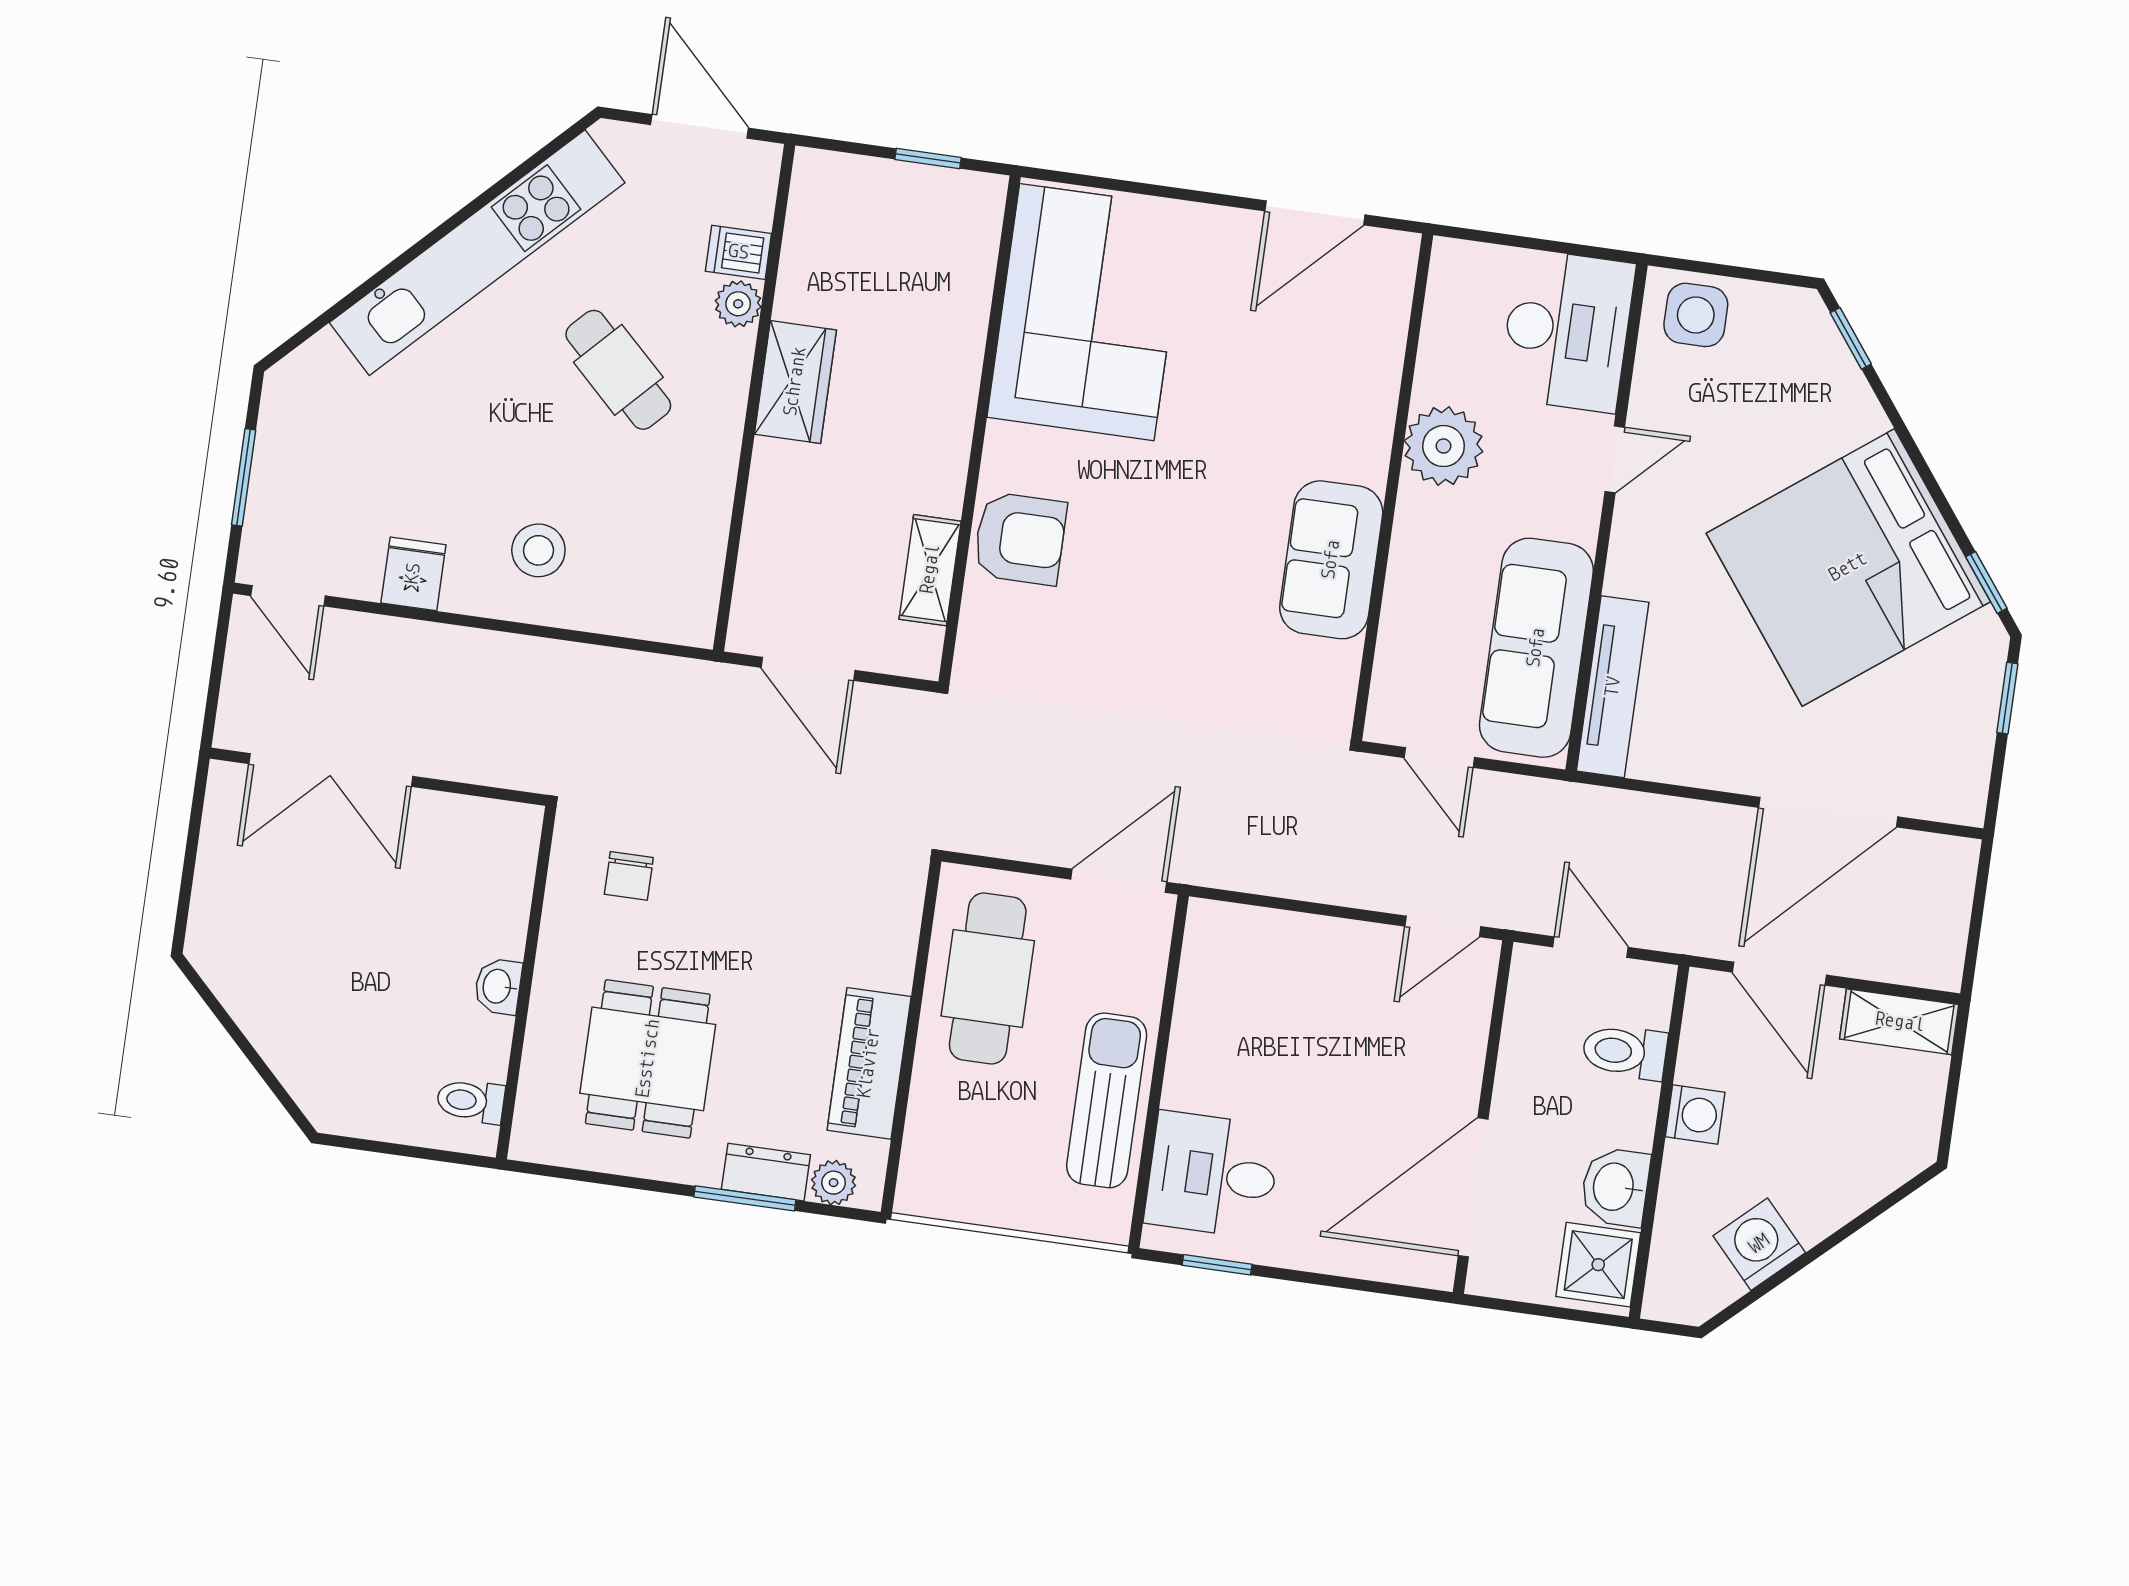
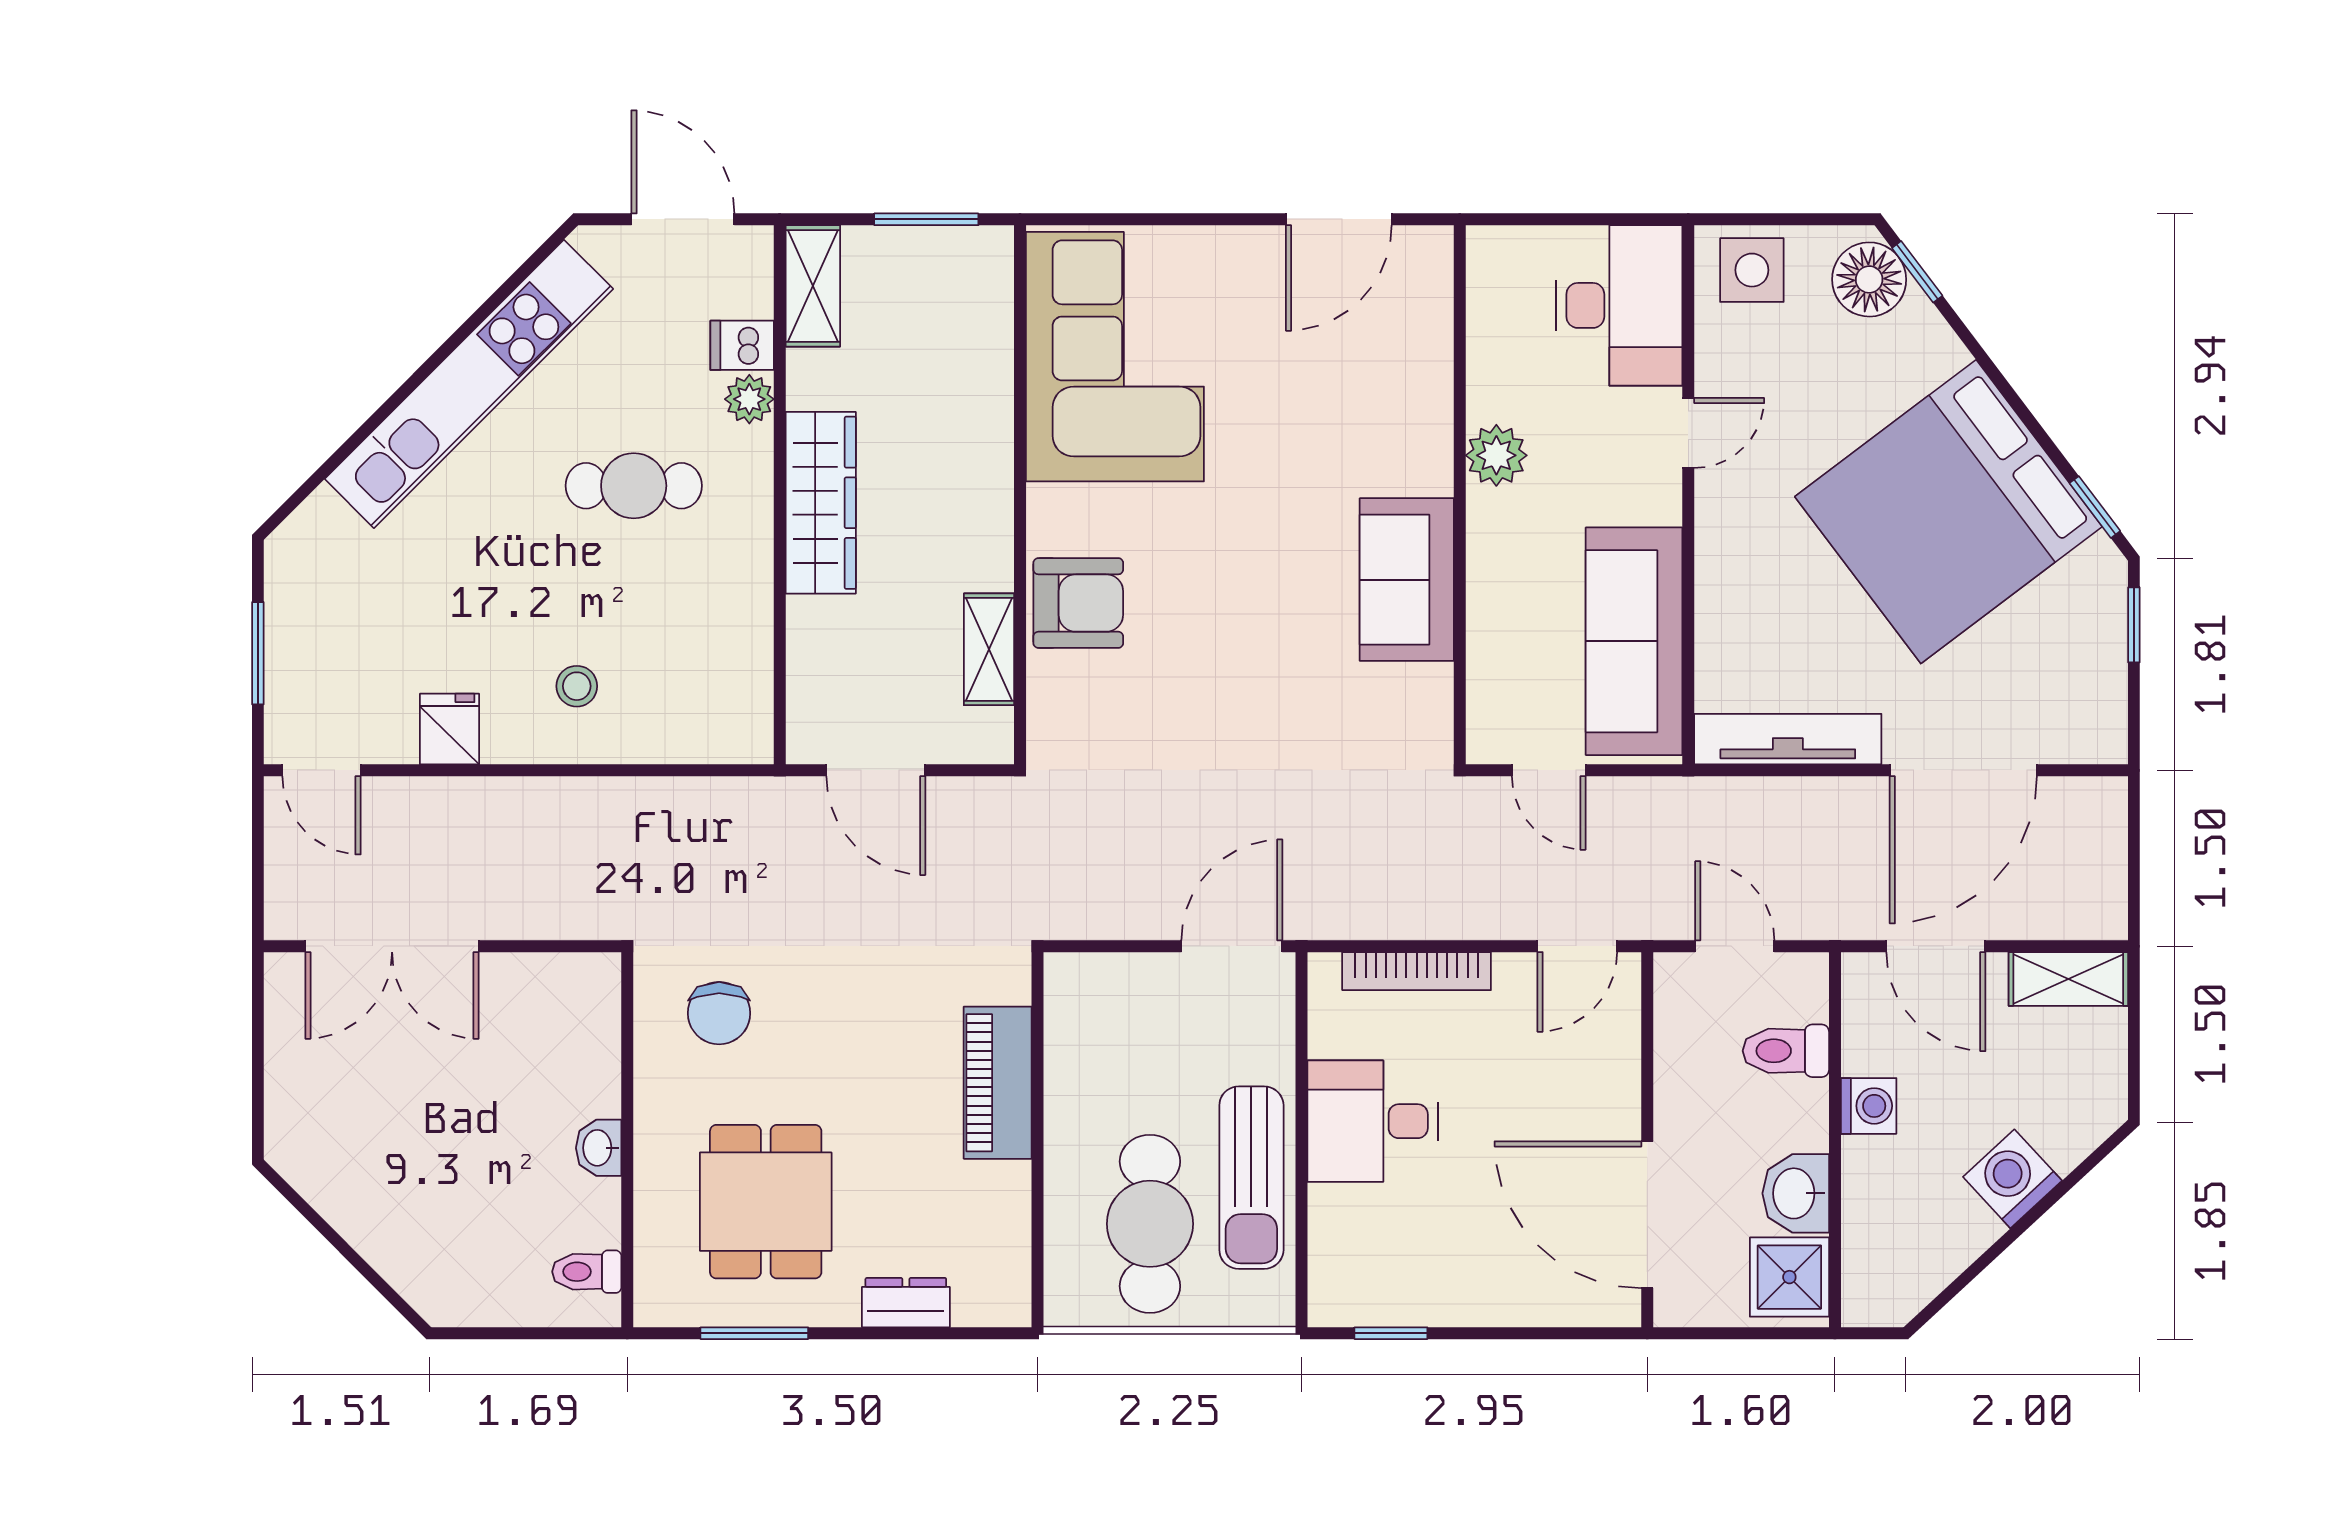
window: (928, 158) -> (926, 219), width x1.50
shelving: (813, 206) -> (813, 286), added
floor lamp: (1805, 339) -> (1869, 279), added
cafe table: (618, 370) -> (634, 486), turned -44
wardrobe: (795, 382) -> (821, 503), width x1.50
plant: (1444, 446) -> (1496, 455), width x0.73, depth x0.73
stool: (538, 550) -> (577, 686), width x0.73, depth x0.73
tv unit: (1613, 687) -> (1788, 739), moved, turned -90
chair: (629, 876) -> (719, 1013), width x1.37, depth x1.37
bookcase: (1289, 928) -> (1417, 971), added
cafe table: (988, 978) -> (1150, 1224), moved
piano: (869, 1063) -> (998, 1083), moved
sun lounger: (1107, 1100) -> (1251, 1178), turned 180
desk: (1212, 1175) -> (1373, 1121), moved
plant: (834, 1183) -> (978, 1304), removed
door: (1473, 1187) -> (1647, 1215), hinge flipped
window: (745, 1198) -> (754, 1333), moved
washing machine: (1759, 1244) -> (2012, 1179), moved

